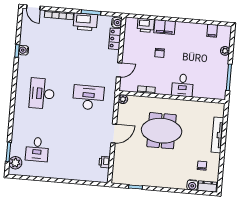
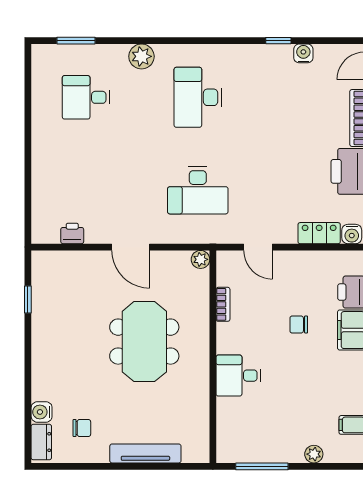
water cooler: (24, 50) -> (303, 53), moved
desk: (42, 94) -> (198, 97), turned -90
desk: (88, 98) -> (198, 190), turned 90
plant: (15, 163) -> (141, 56), moved

